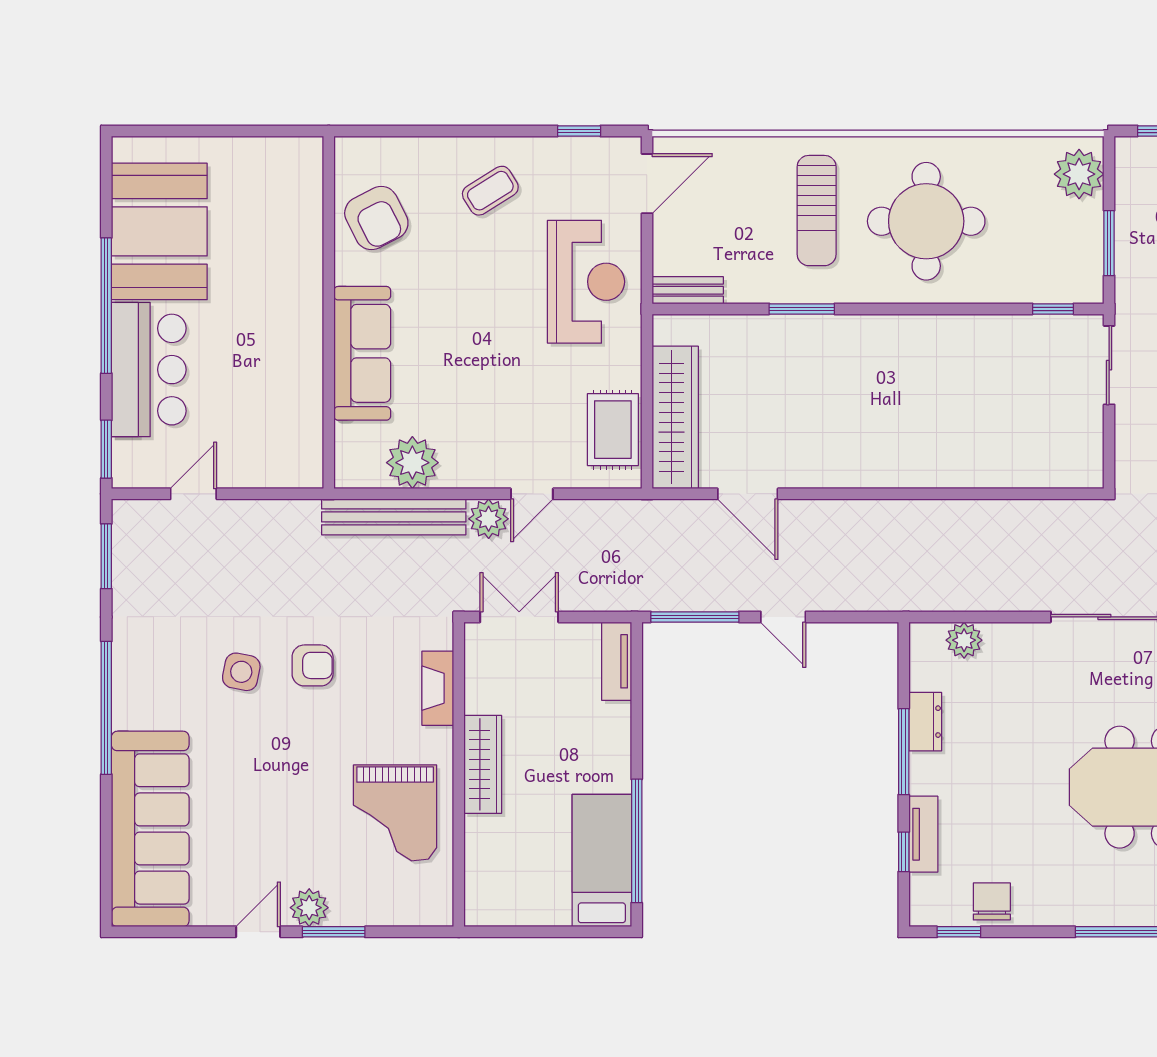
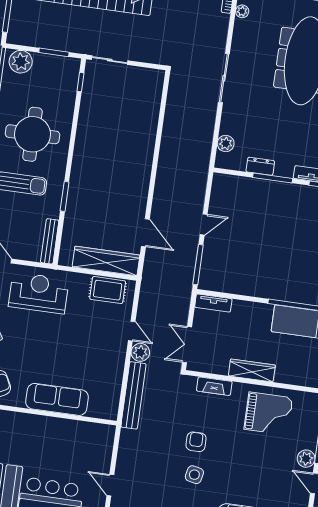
bench: (688, 290) -> (50, 241), width x1.36
plant: (412, 463) -> (110, 383), removed
door: (748, 494) -> (145, 233), hinge flipped

